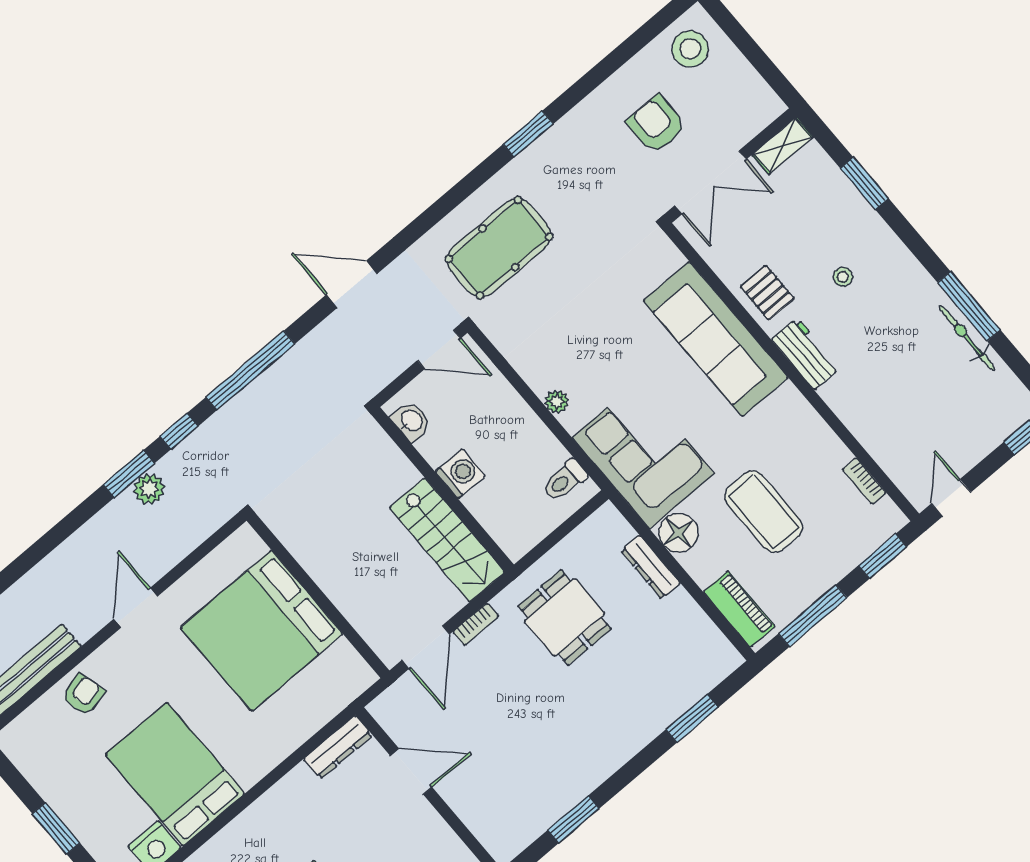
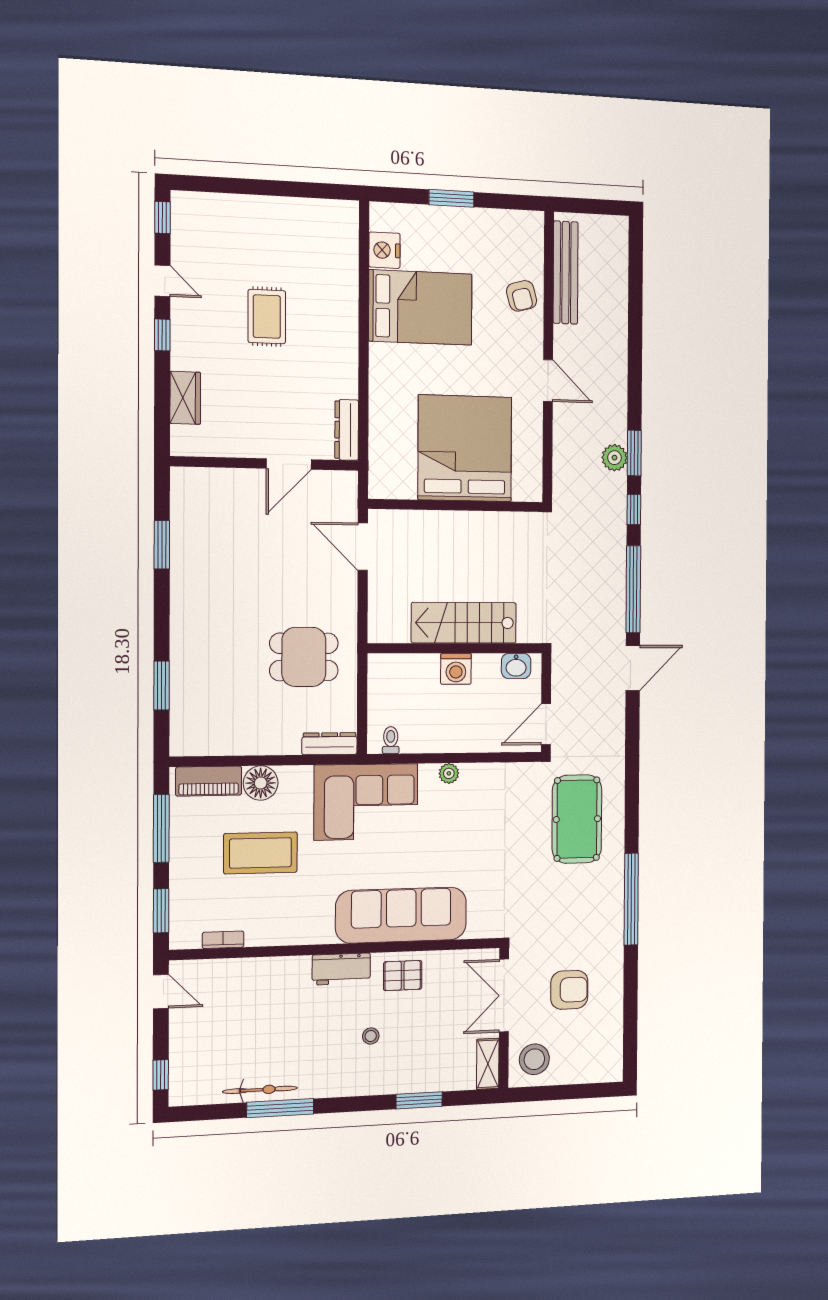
stool: (690, 49) -> (534, 1059), moved
window: (528, 134) -> (631, 899), width x2.11
door: (352, 284) -> (633, 668), moved
toilet: (565, 480) -> (391, 740), width x0.73, depth x0.72
floor lamp: (678, 533) -> (261, 783), moved
stairs: (447, 540) -> (464, 623), moved
dresser: (651, 567) -> (330, 744), moved
bookcase: (476, 624) -> (350, 593), removed

